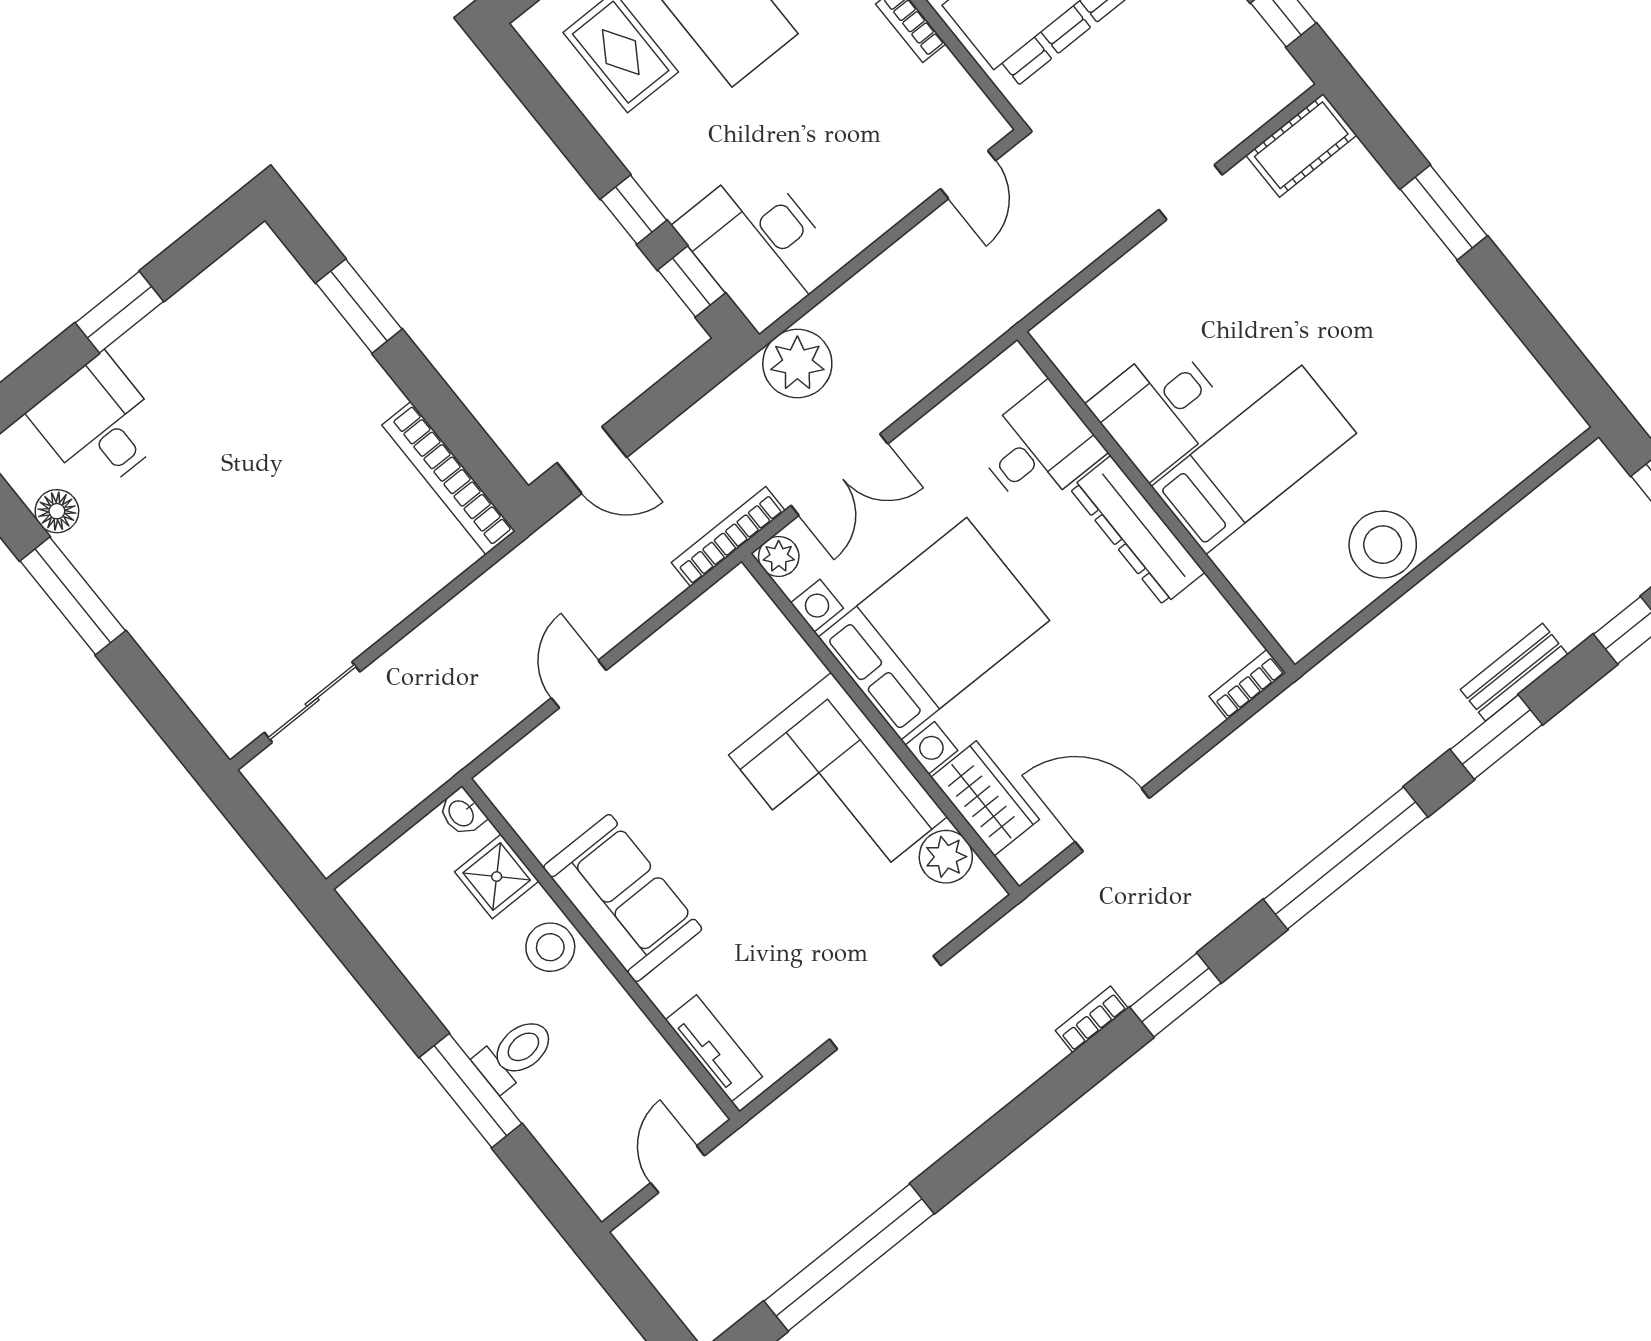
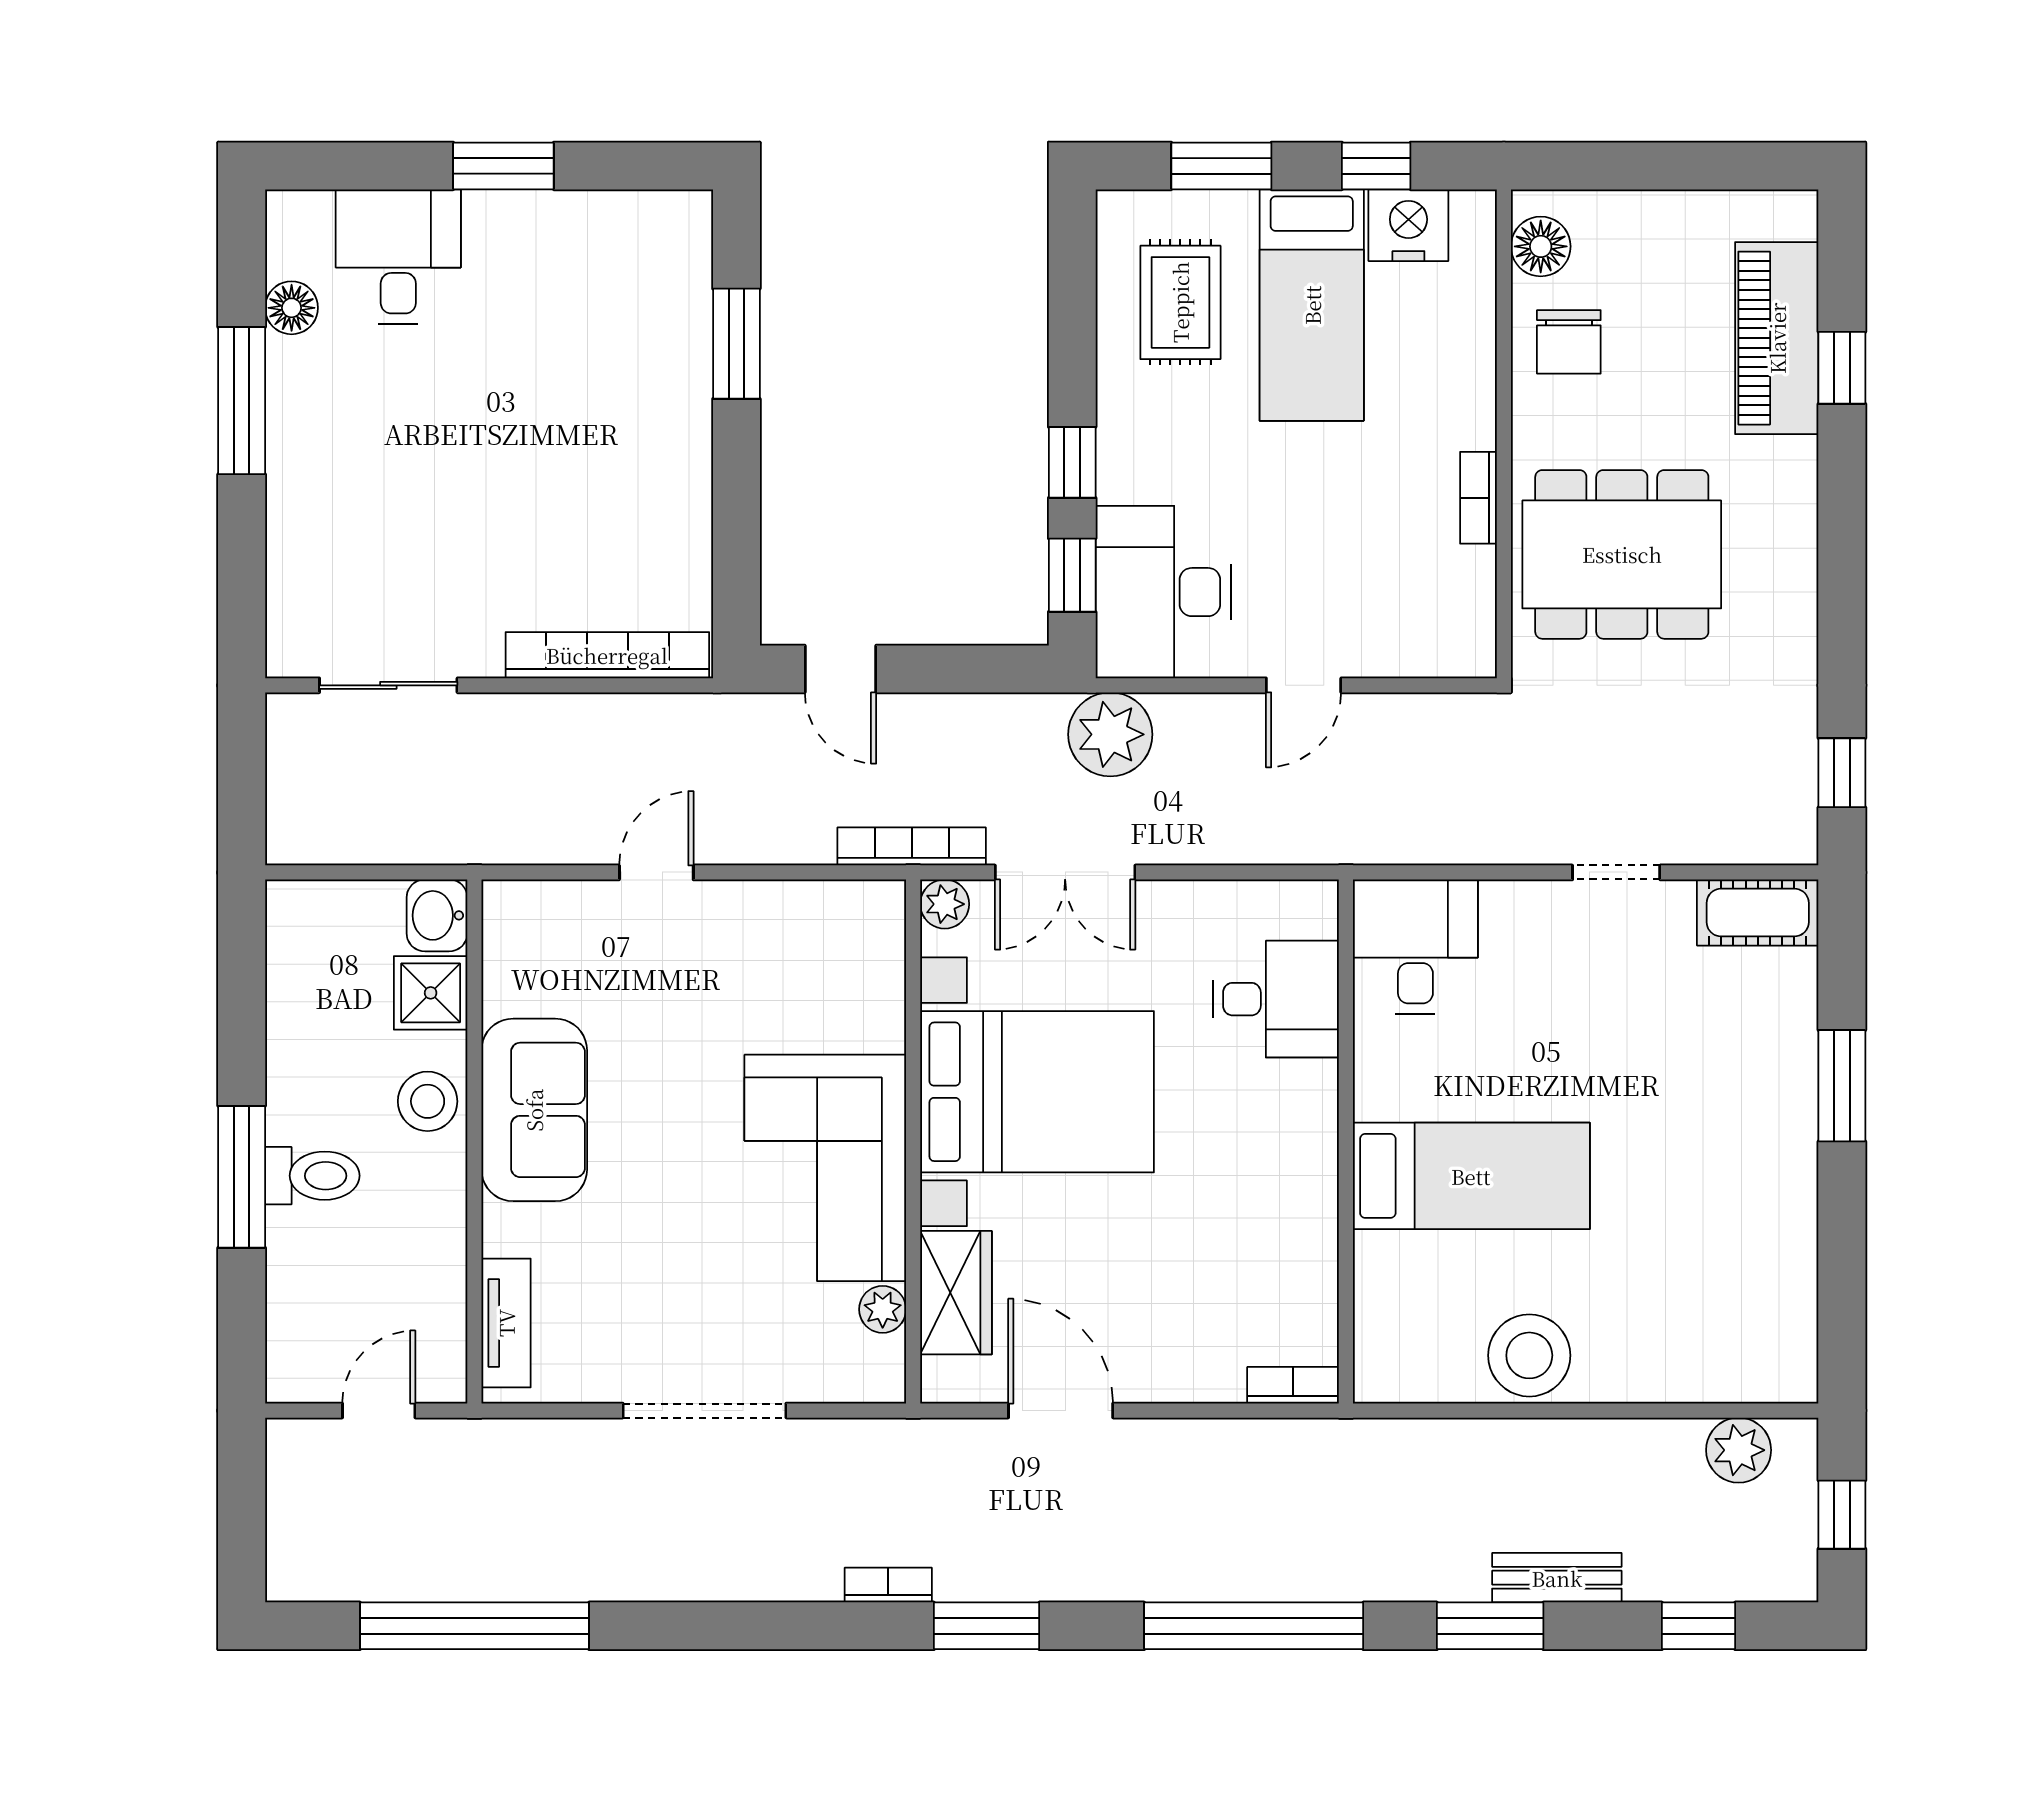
door: (968, 175) -> (1304, 685), moved
desk: (1159, 409) -> (1415, 947), moved, turned 90
bookcase: (449, 478) -> (607, 655), moved, turned 90
plant: (1565, 498) -> (1739, 1450), added
dresser: (1137, 530) -> (1306, 1154), removed
washbasin: (462, 813) -> (437, 915), width x1.38, depth x1.45
plant: (946, 857) -> (883, 1309), width x0.73, depth x0.73

